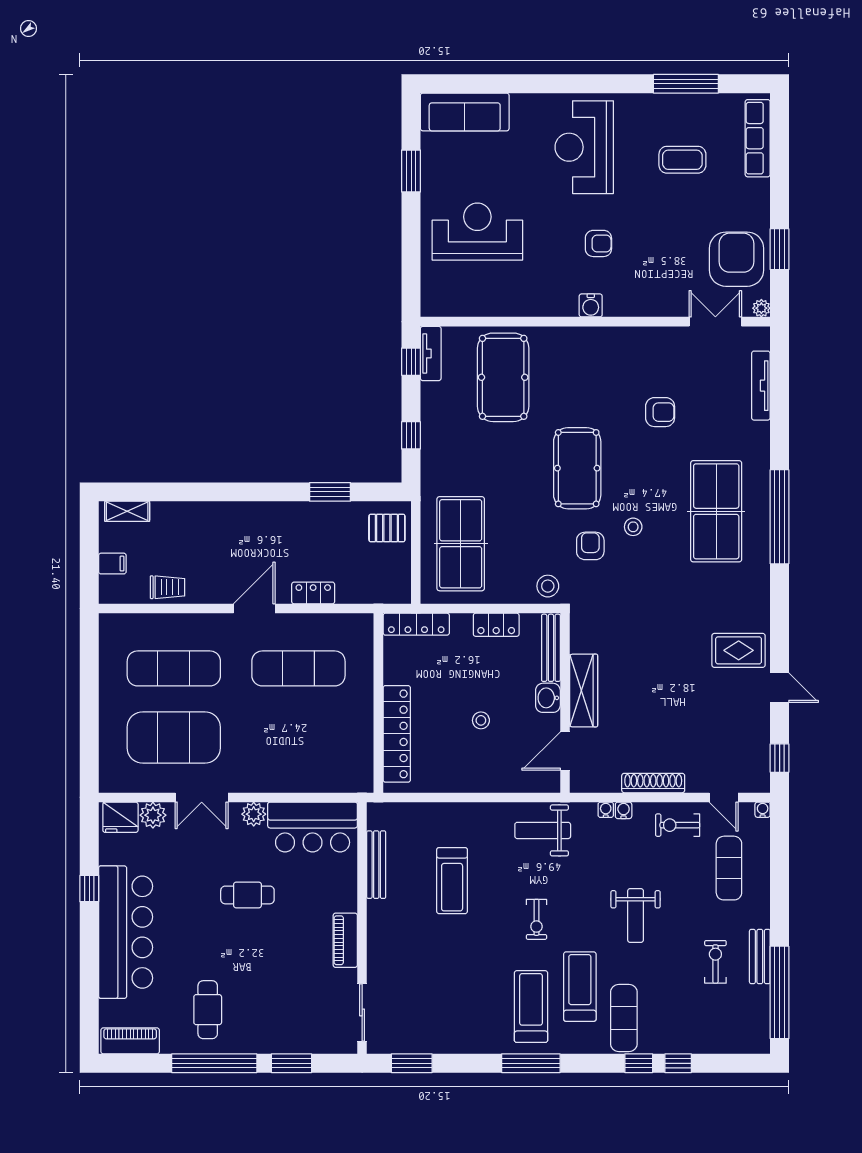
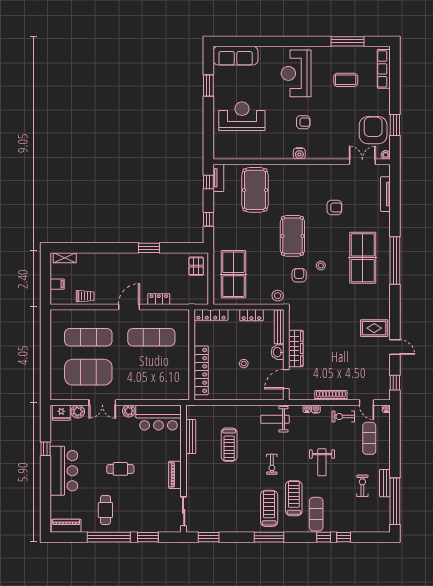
window: (330, 492) -> (149, 248), moved
pallet: (387, 528) -> (196, 266), turned 90
cafe table: (247, 895) -> (120, 469), moved
bar counter: (126, 932) -> (64, 471), width x0.73

